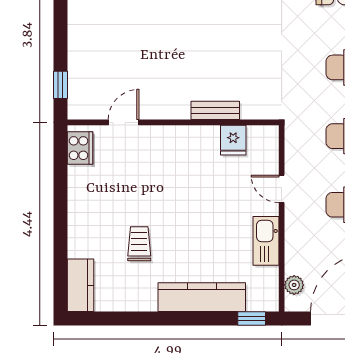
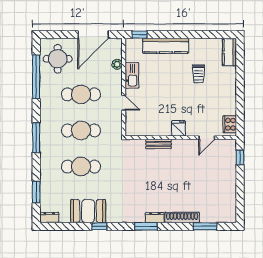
fridge: (233, 140) -> (178, 128), moved
plant: (294, 285) -> (117, 64), moved

